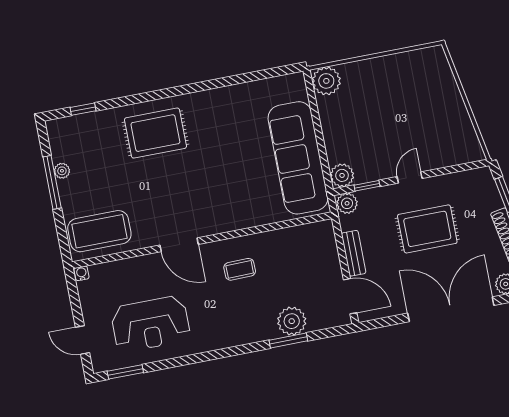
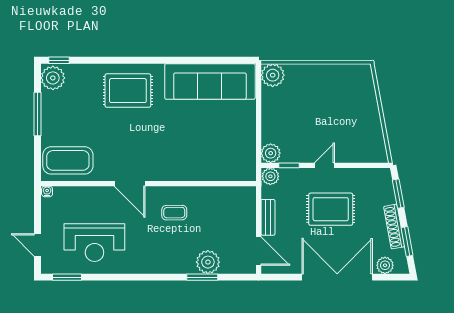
window: (83, 109) -> (59, 60), moved
sofa: (298, 158) -> (210, 81), moved, turned -90
plant: (62, 171) -> (53, 78), moved, width x1.88, depth x1.88

